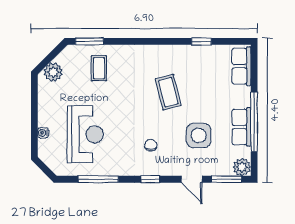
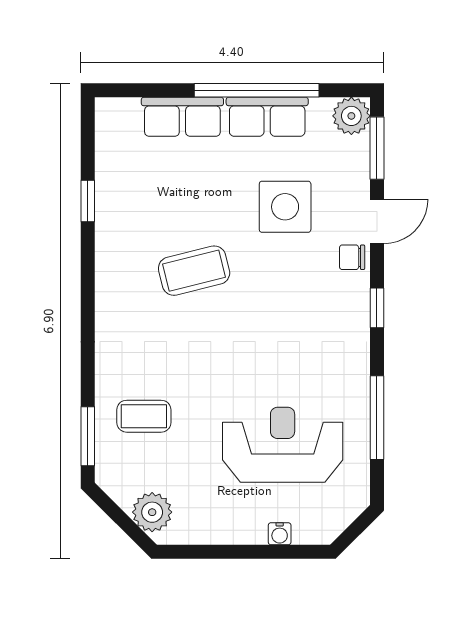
row of seats: (241, 66) -> (182, 117), moved
chair: (151, 145) -> (352, 257), moved

